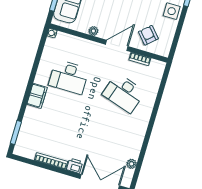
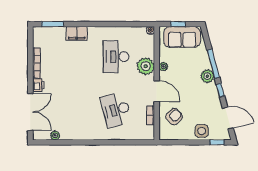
plant: (88, 49) -> (146, 66), added
desk: (124, 93) -> (116, 110), turned -33
filing cabinet: (37, 96) -> (77, 33), moved

